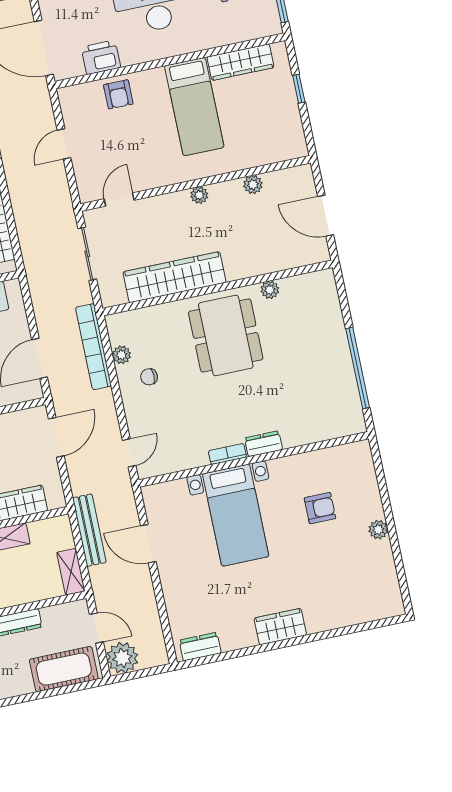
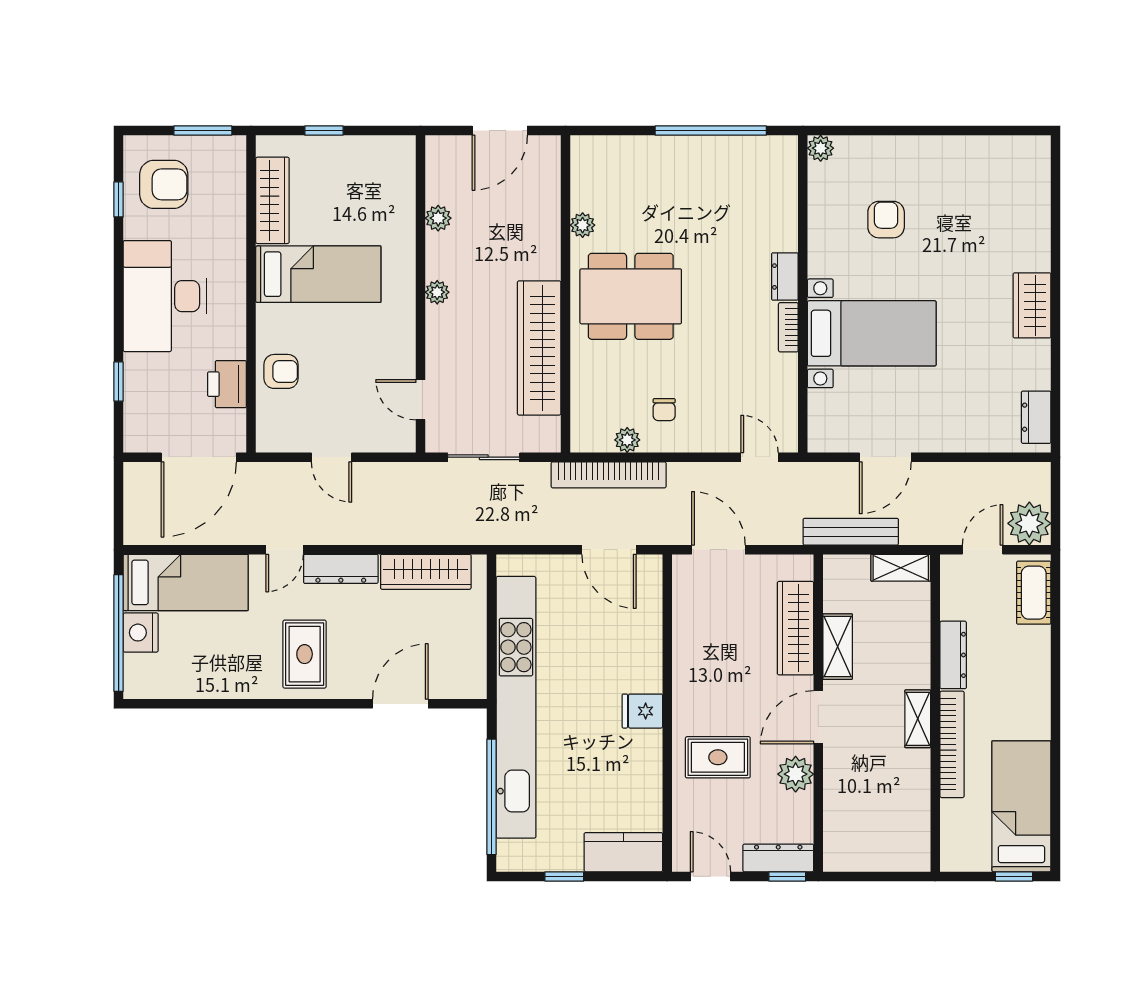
plant: (378, 530) -> (821, 148), moved
cot: (64, 669) -> (1034, 593), width x0.73, depth x0.75

